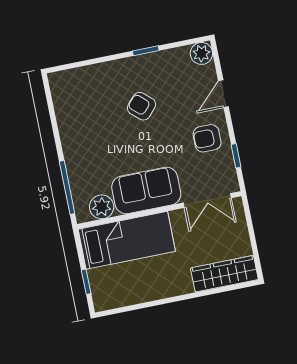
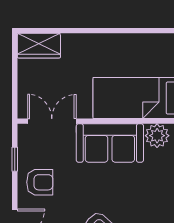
wardrobe: (224, 274) -> (39, 46), width x0.67

